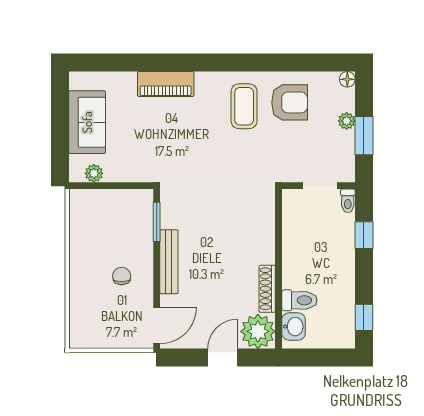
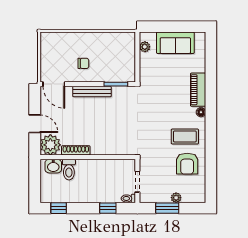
floor lamp: (347, 79) -> (201, 112), moved

